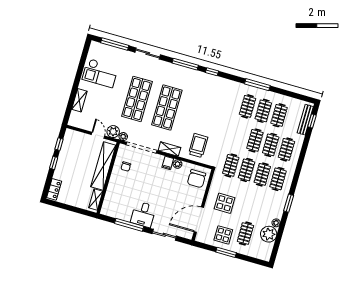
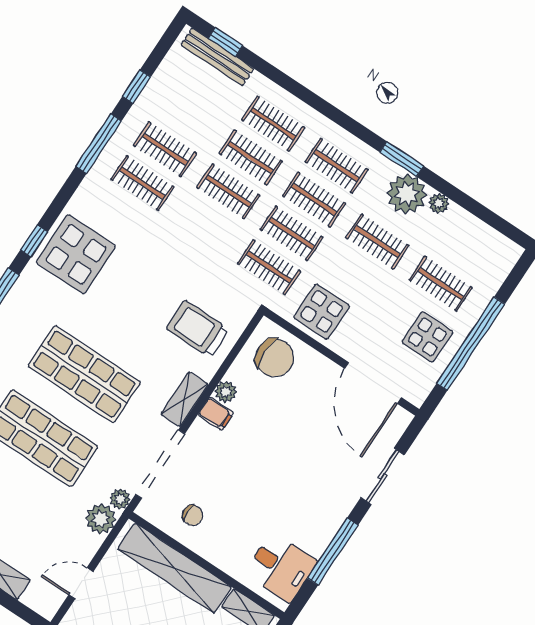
display table: (212, 90) -> (76, 254), added
window: (284, 92) -> (137, 87), added
clothes rail: (279, 115) -> (377, 242), moved
door: (98, 135) -> (81, 583), moved
display table: (225, 203) -> (322, 312), moved
desk: (143, 214) -> (281, 567), moved
plant: (269, 234) -> (407, 194), moved
window: (226, 252) -> (471, 344), width x2.11

